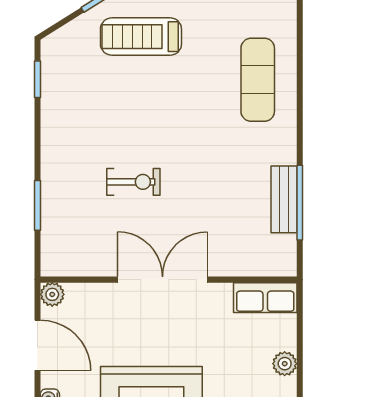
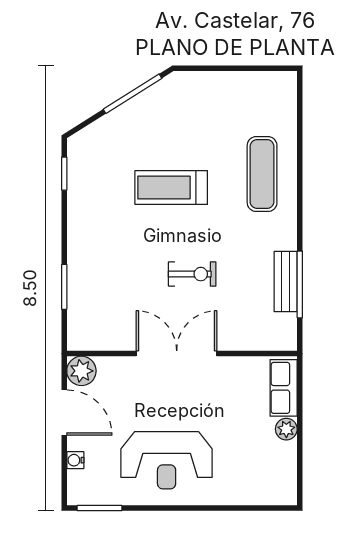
treadmill: (141, 37) -> (171, 188), moved
exercise bike: (133, 182) -> (192, 274), moved
plant: (52, 294) -> (81, 371), width x1.38, depth x1.38
row of seats: (265, 298) -> (284, 388), moved, turned 90

